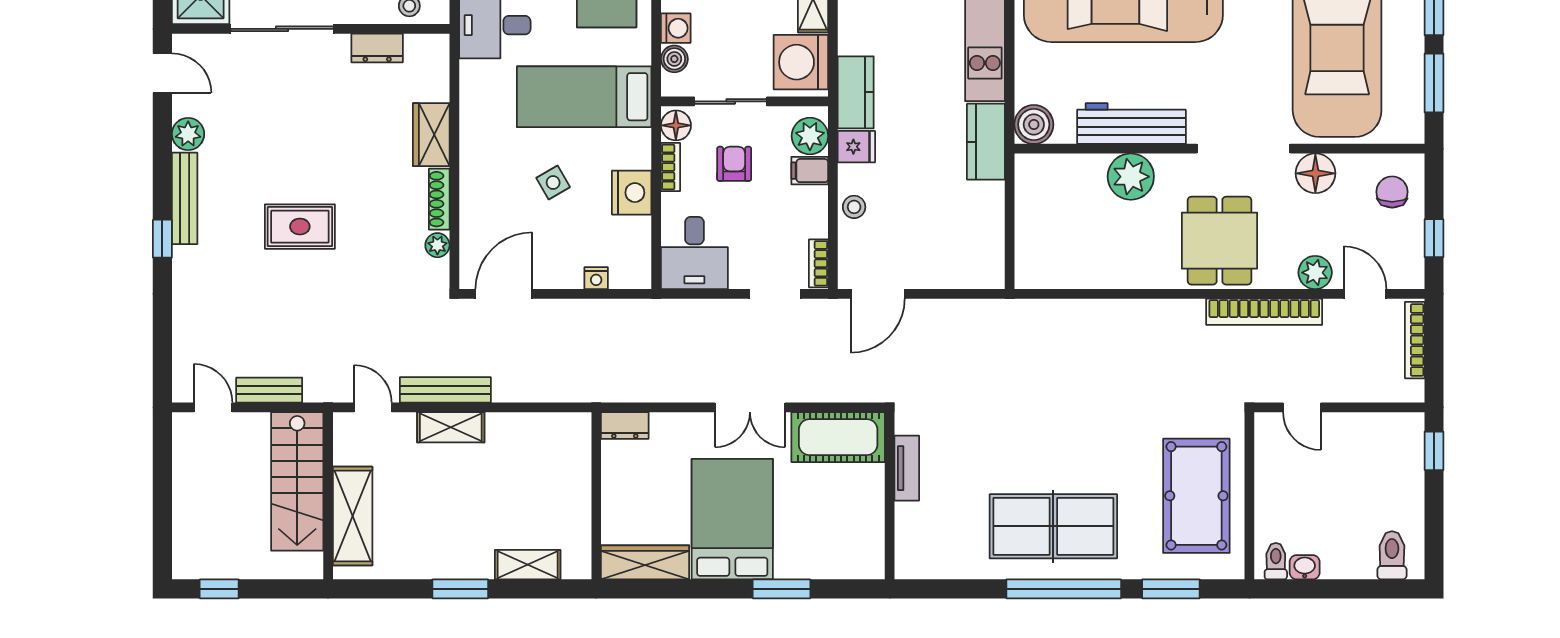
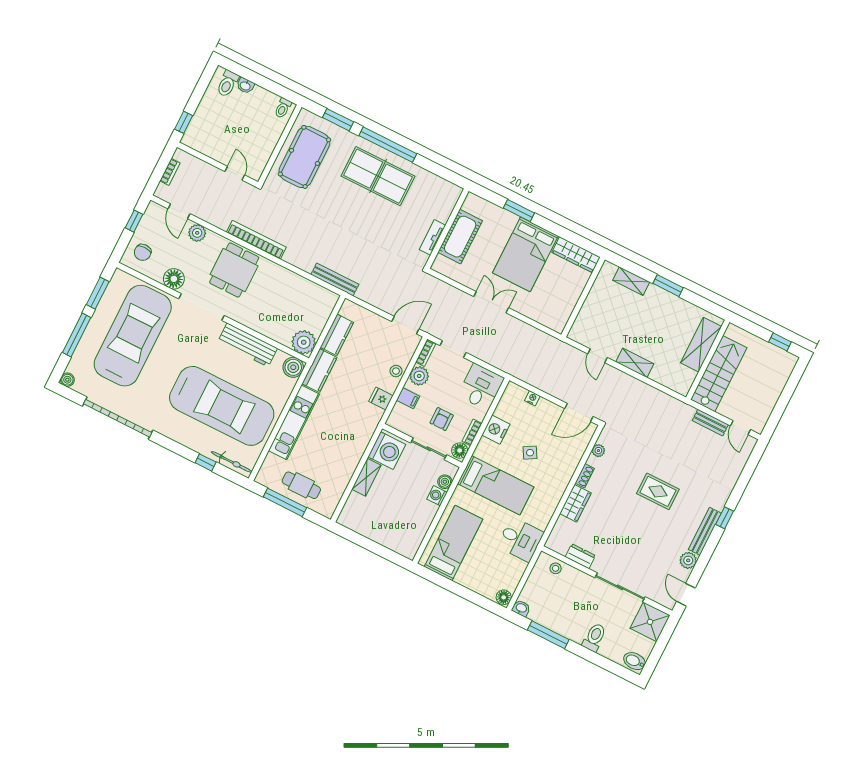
kitchen counter: (856, 92) -> (337, 335), moved, turned 180
plant: (810, 136) -> (419, 376), moved
plant: (1131, 177) -> (304, 342), moved
shoe rack: (439, 199) -> (585, 476), width x0.70
bookcase: (1264, 312) -> (256, 240), moved
bookcase: (1415, 340) -> (170, 172), width x0.64
bench: (445, 390) -> (335, 280), moved
door: (373, 407) -> (598, 356), moved
dresser: (625, 426) -> (554, 323), removed
cot: (838, 437) -> (460, 237), moved, turned 90
washbasin: (1305, 567) -> (245, 86), moved

